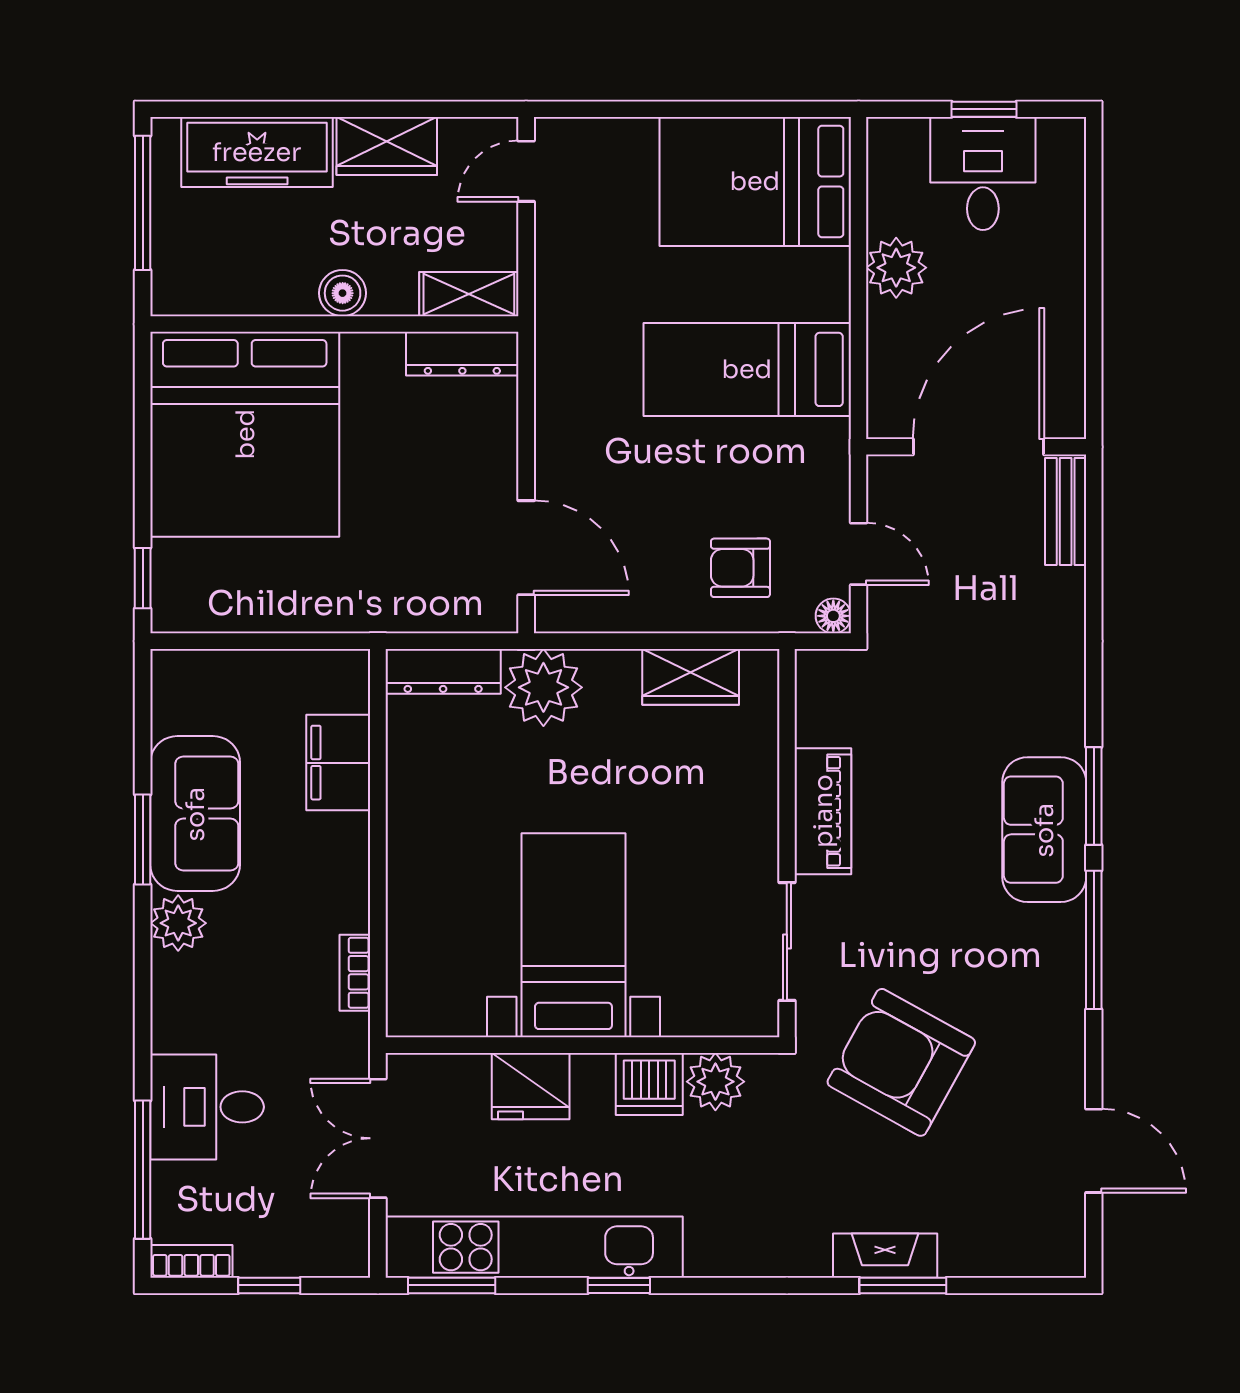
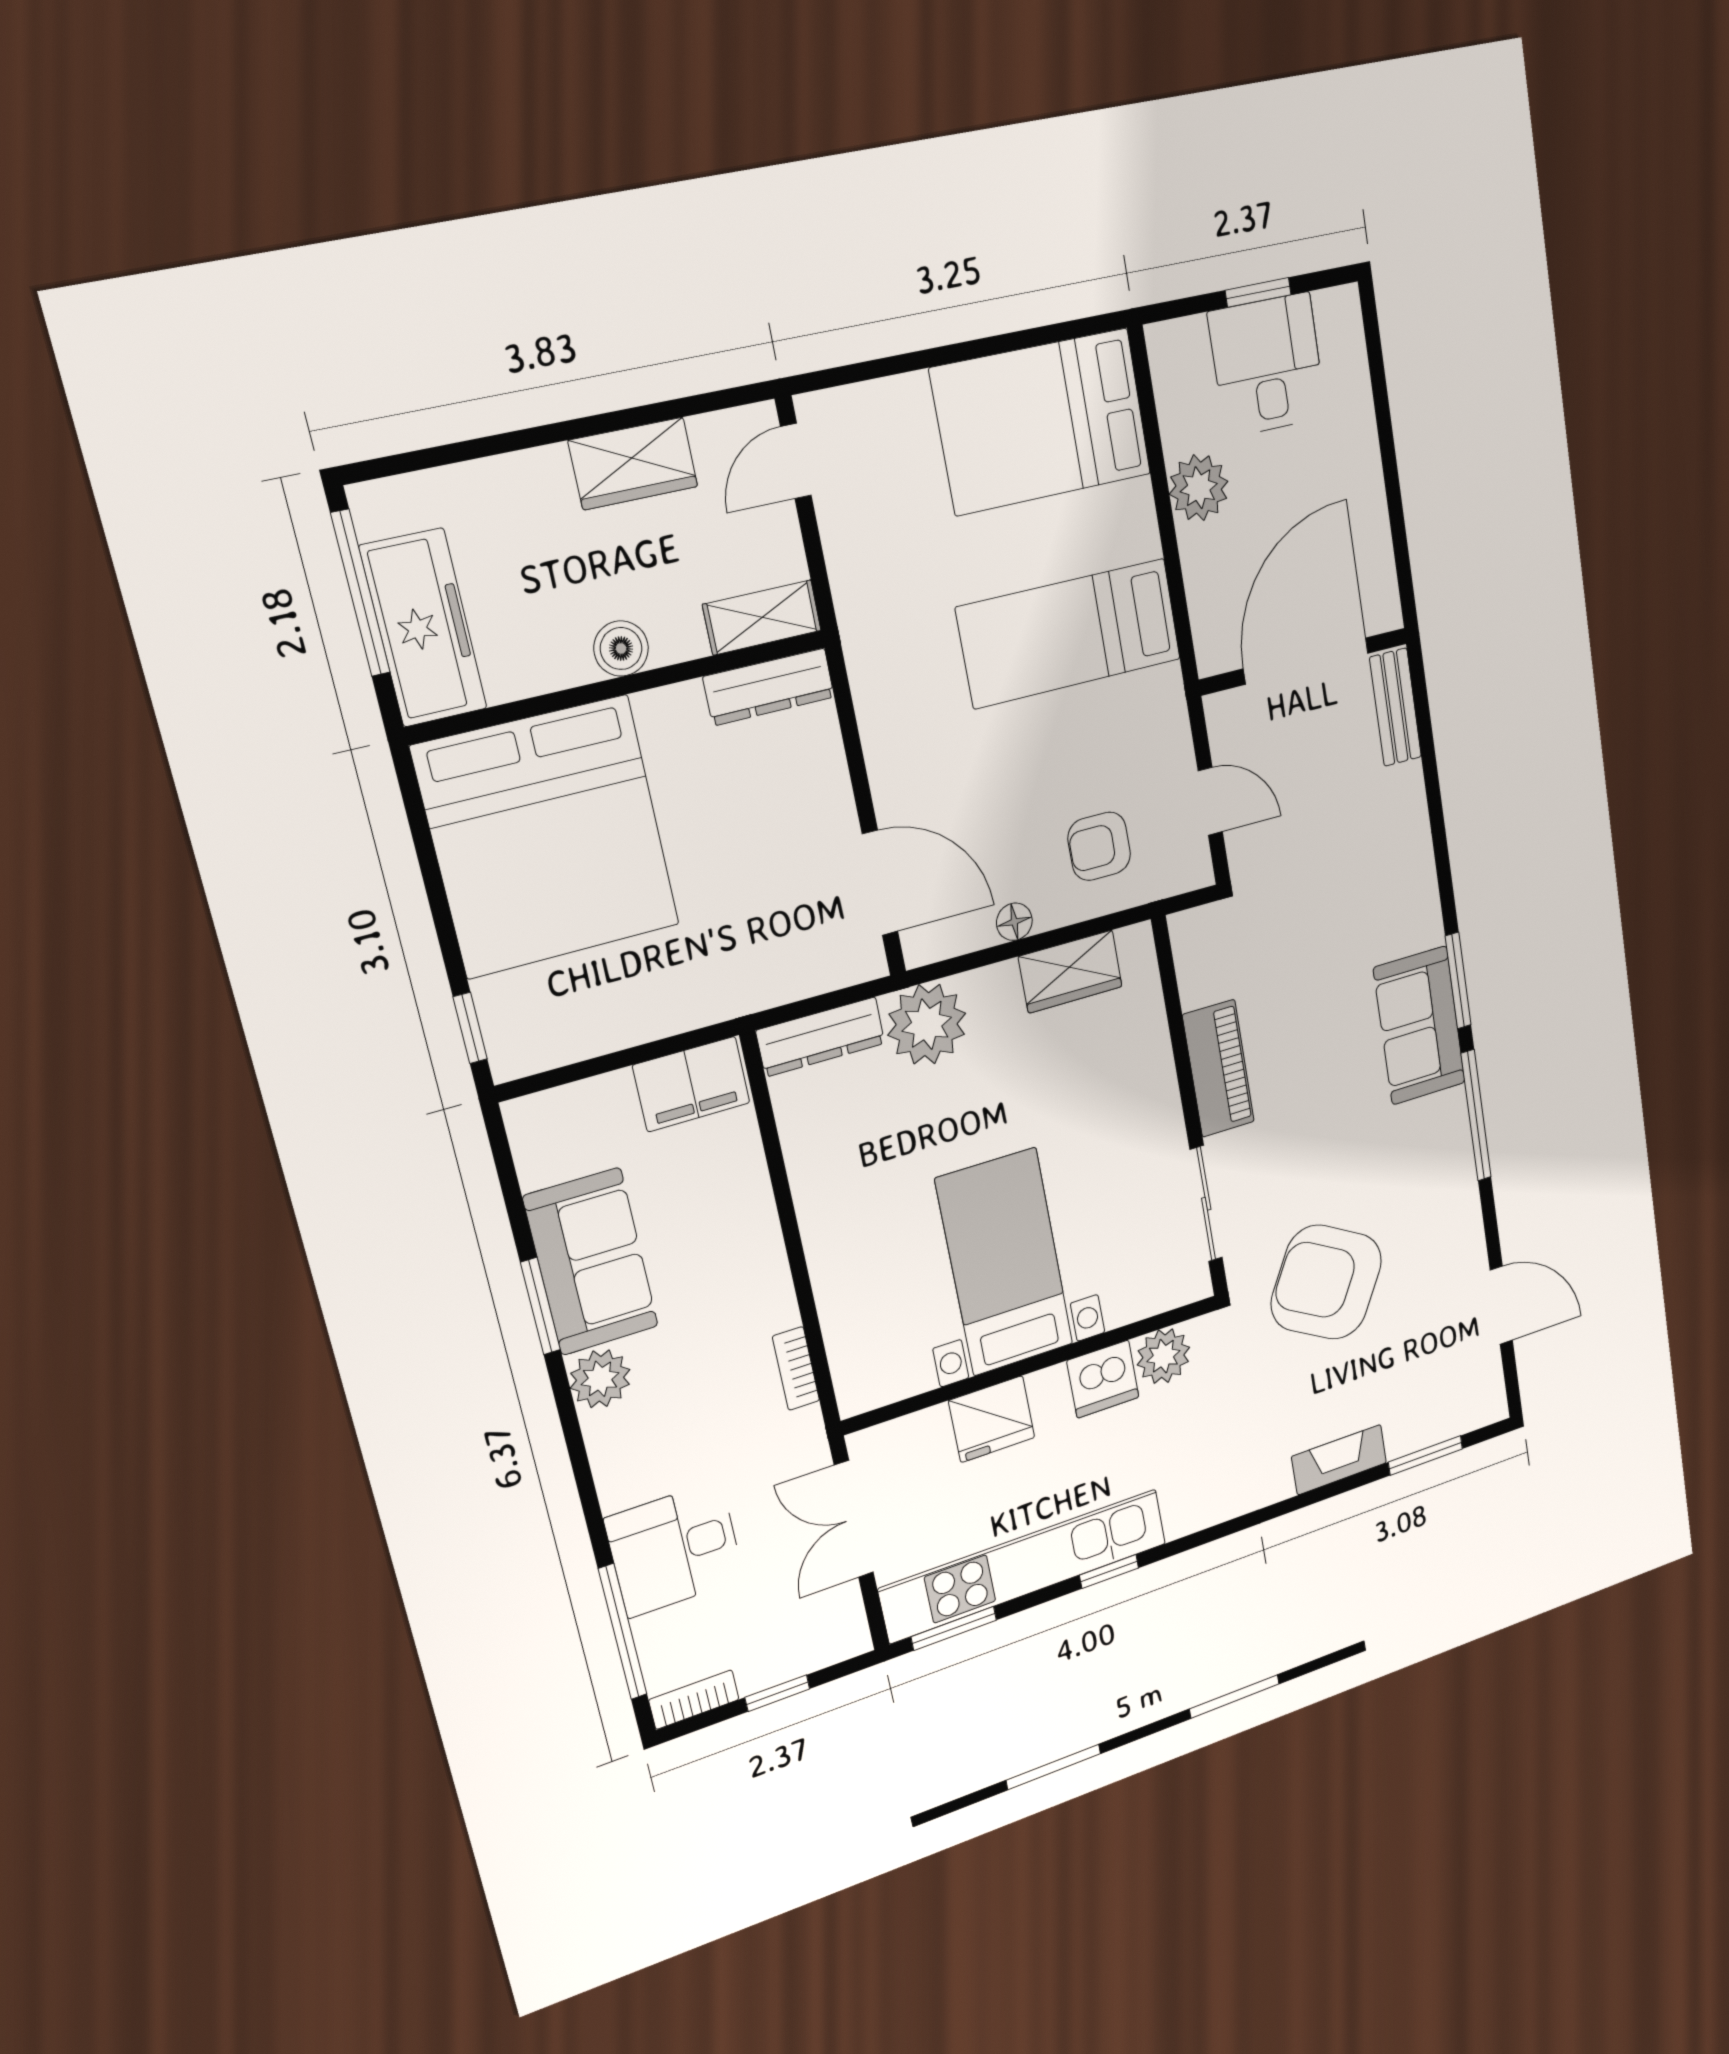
freezer: (257, 152) -> (423, 628), moved, turned -90
floor lamp: (833, 616) -> (1014, 922), moved
filing cabinet: (338, 763) -> (691, 1084), moved, turned -90
window: (903, 1285) -> (1425, 1456), moved

